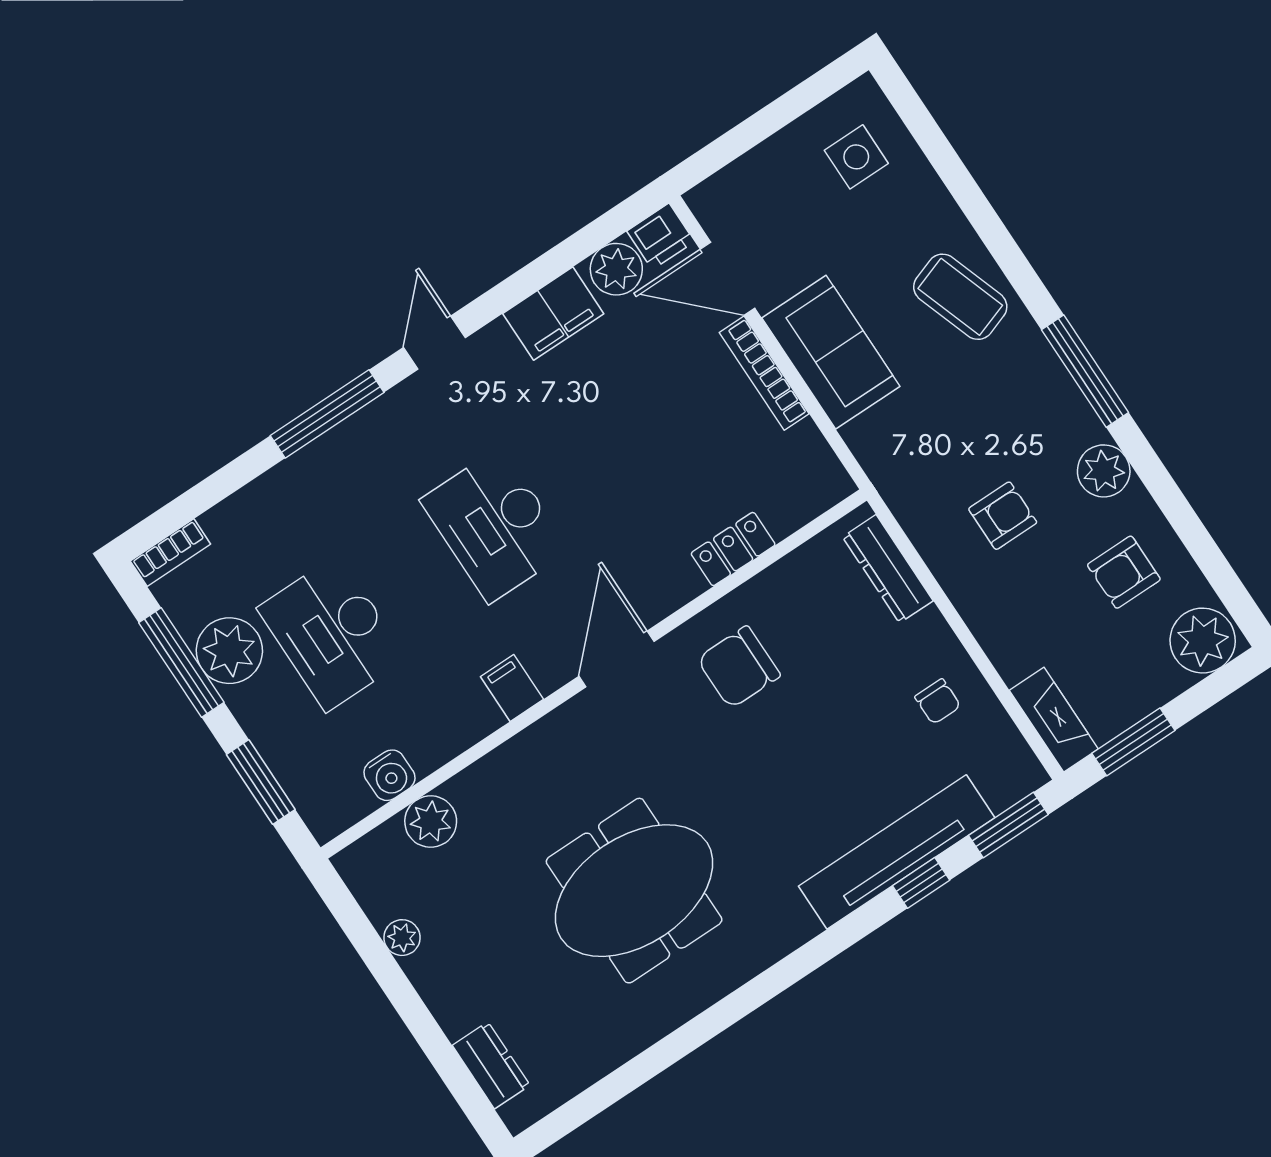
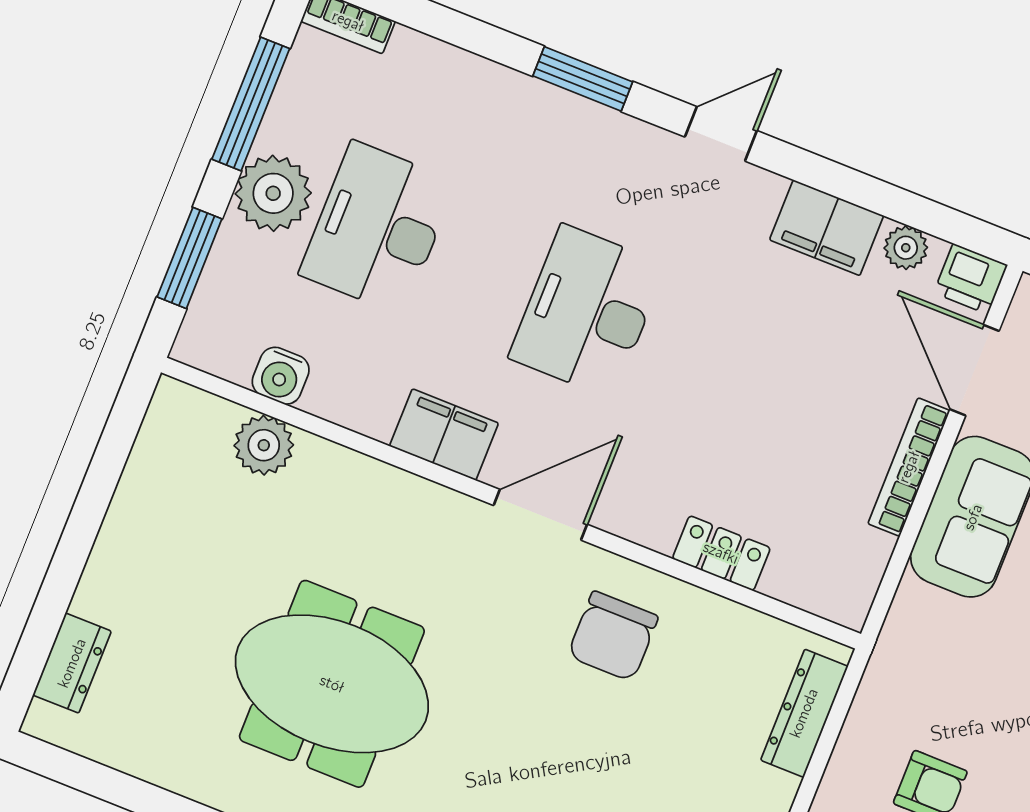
plant: (616, 269) -> (906, 248), width x0.73, depth x0.73
window: (327, 414) -> (583, 79), width x0.69
plant: (229, 651) -> (273, 193), moved
chair: (739, 667) -> (613, 636), turned -90
filing cabinet: (512, 688) -> (444, 435), width x2.00
plant: (402, 938) -> (135, 494), removed

